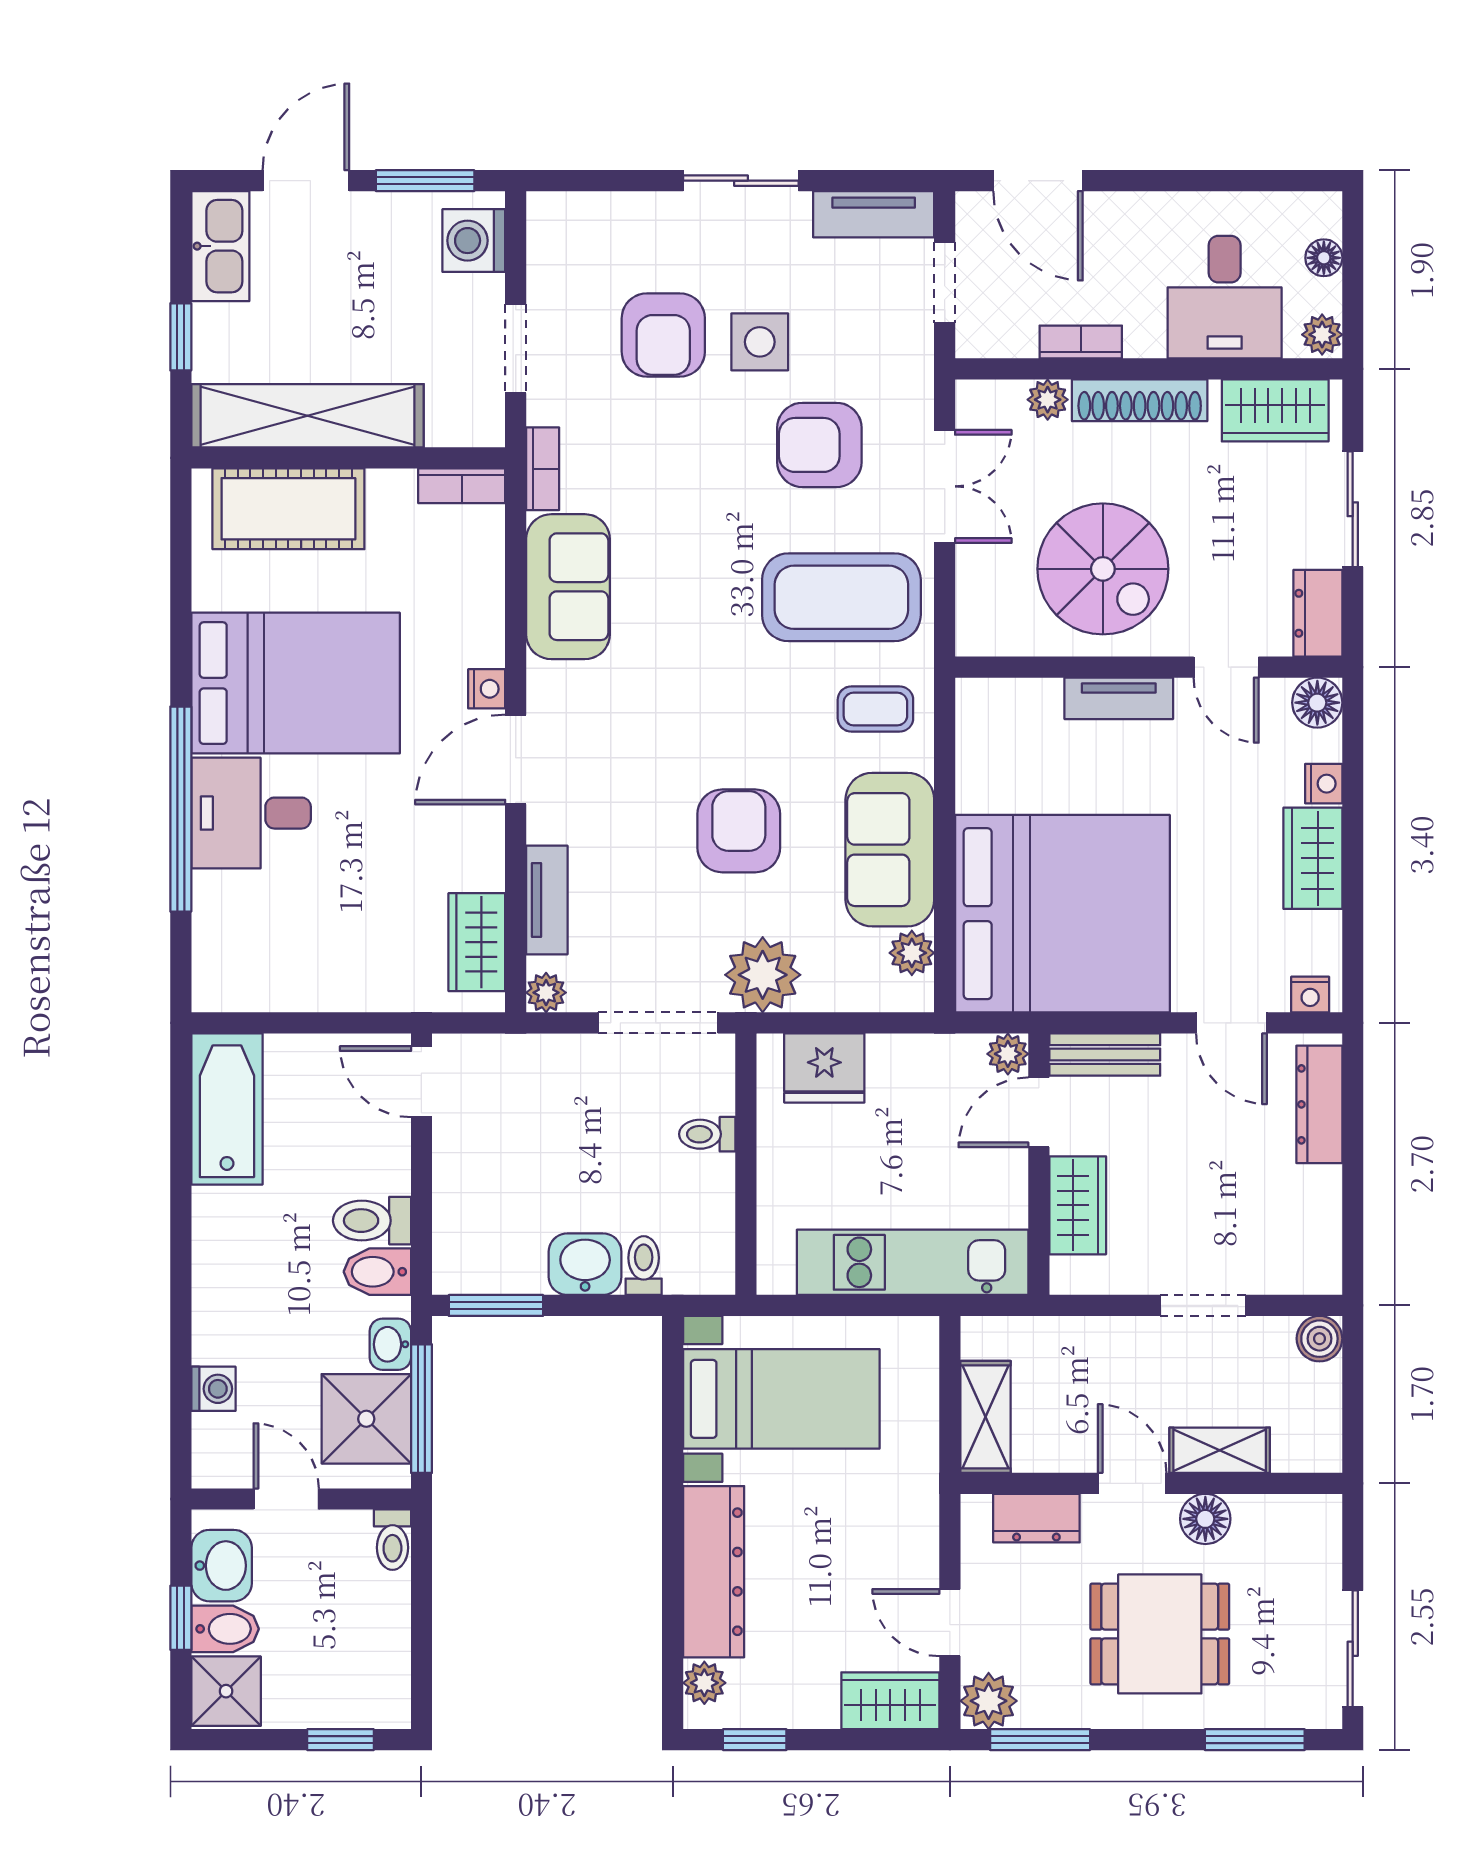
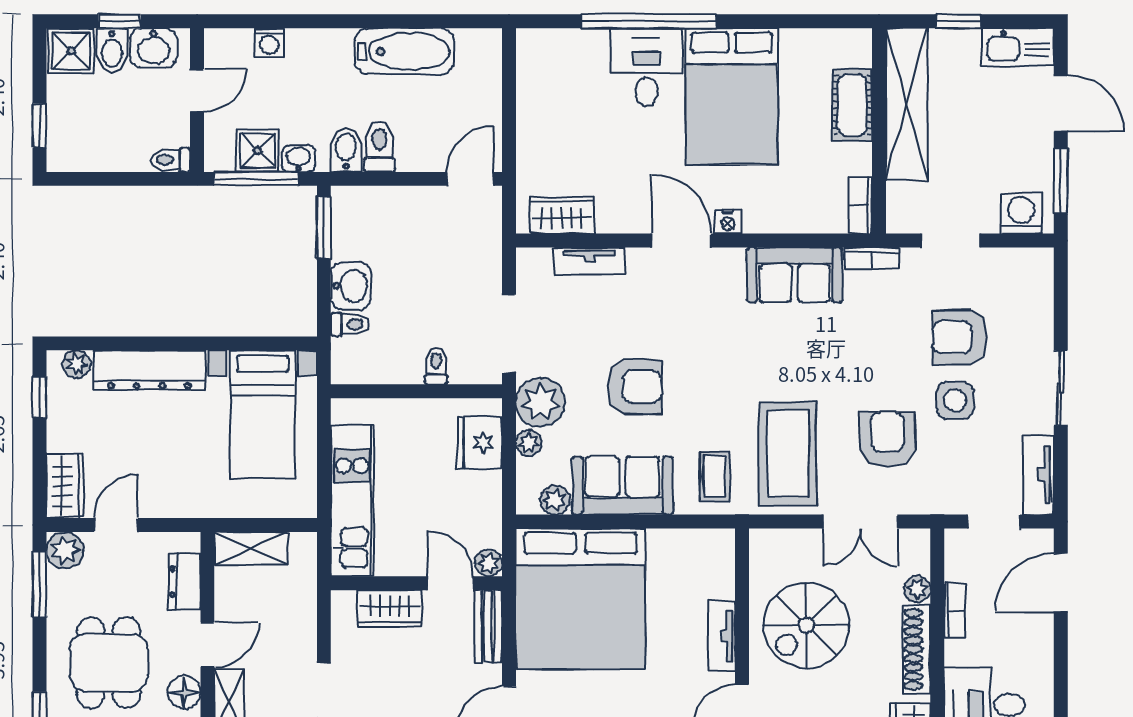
cot: (288, 509) -> (852, 105), width x0.73, depth x0.75
plant: (546, 993) -> (529, 443), moved
bathtub: (227, 1109) -> (404, 51), moved
shower: (366, 1419) -> (257, 151), width x0.73, depth x0.73

